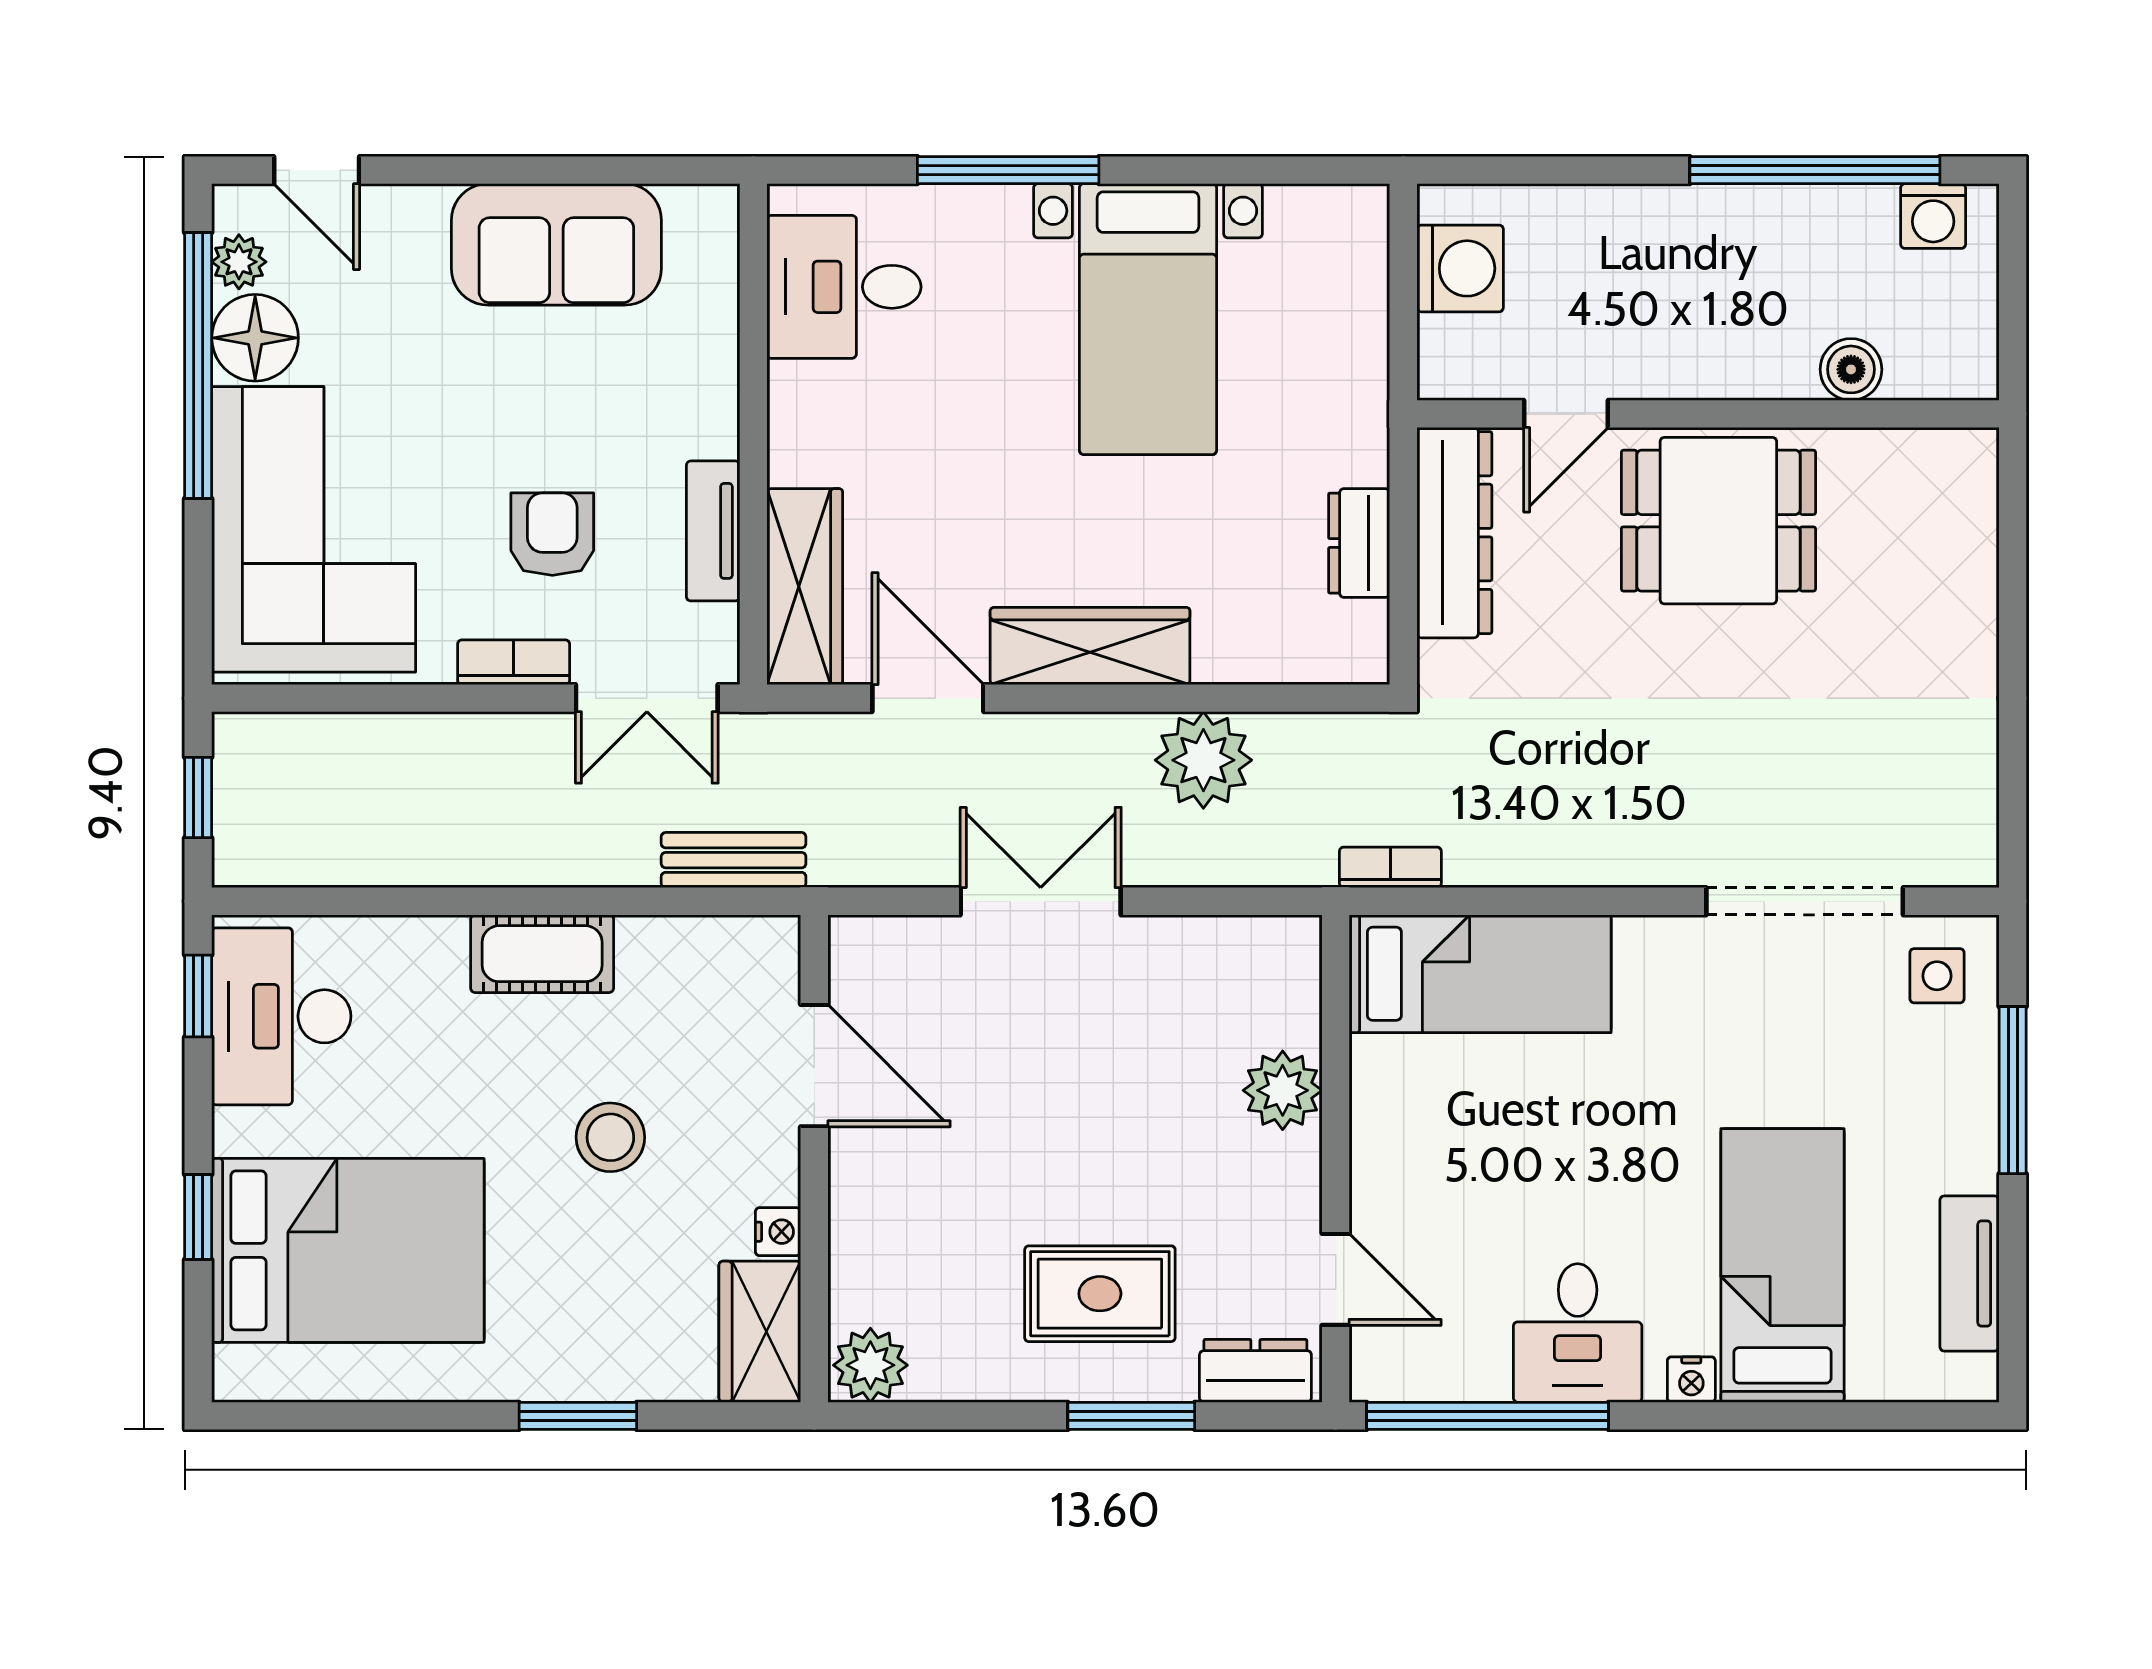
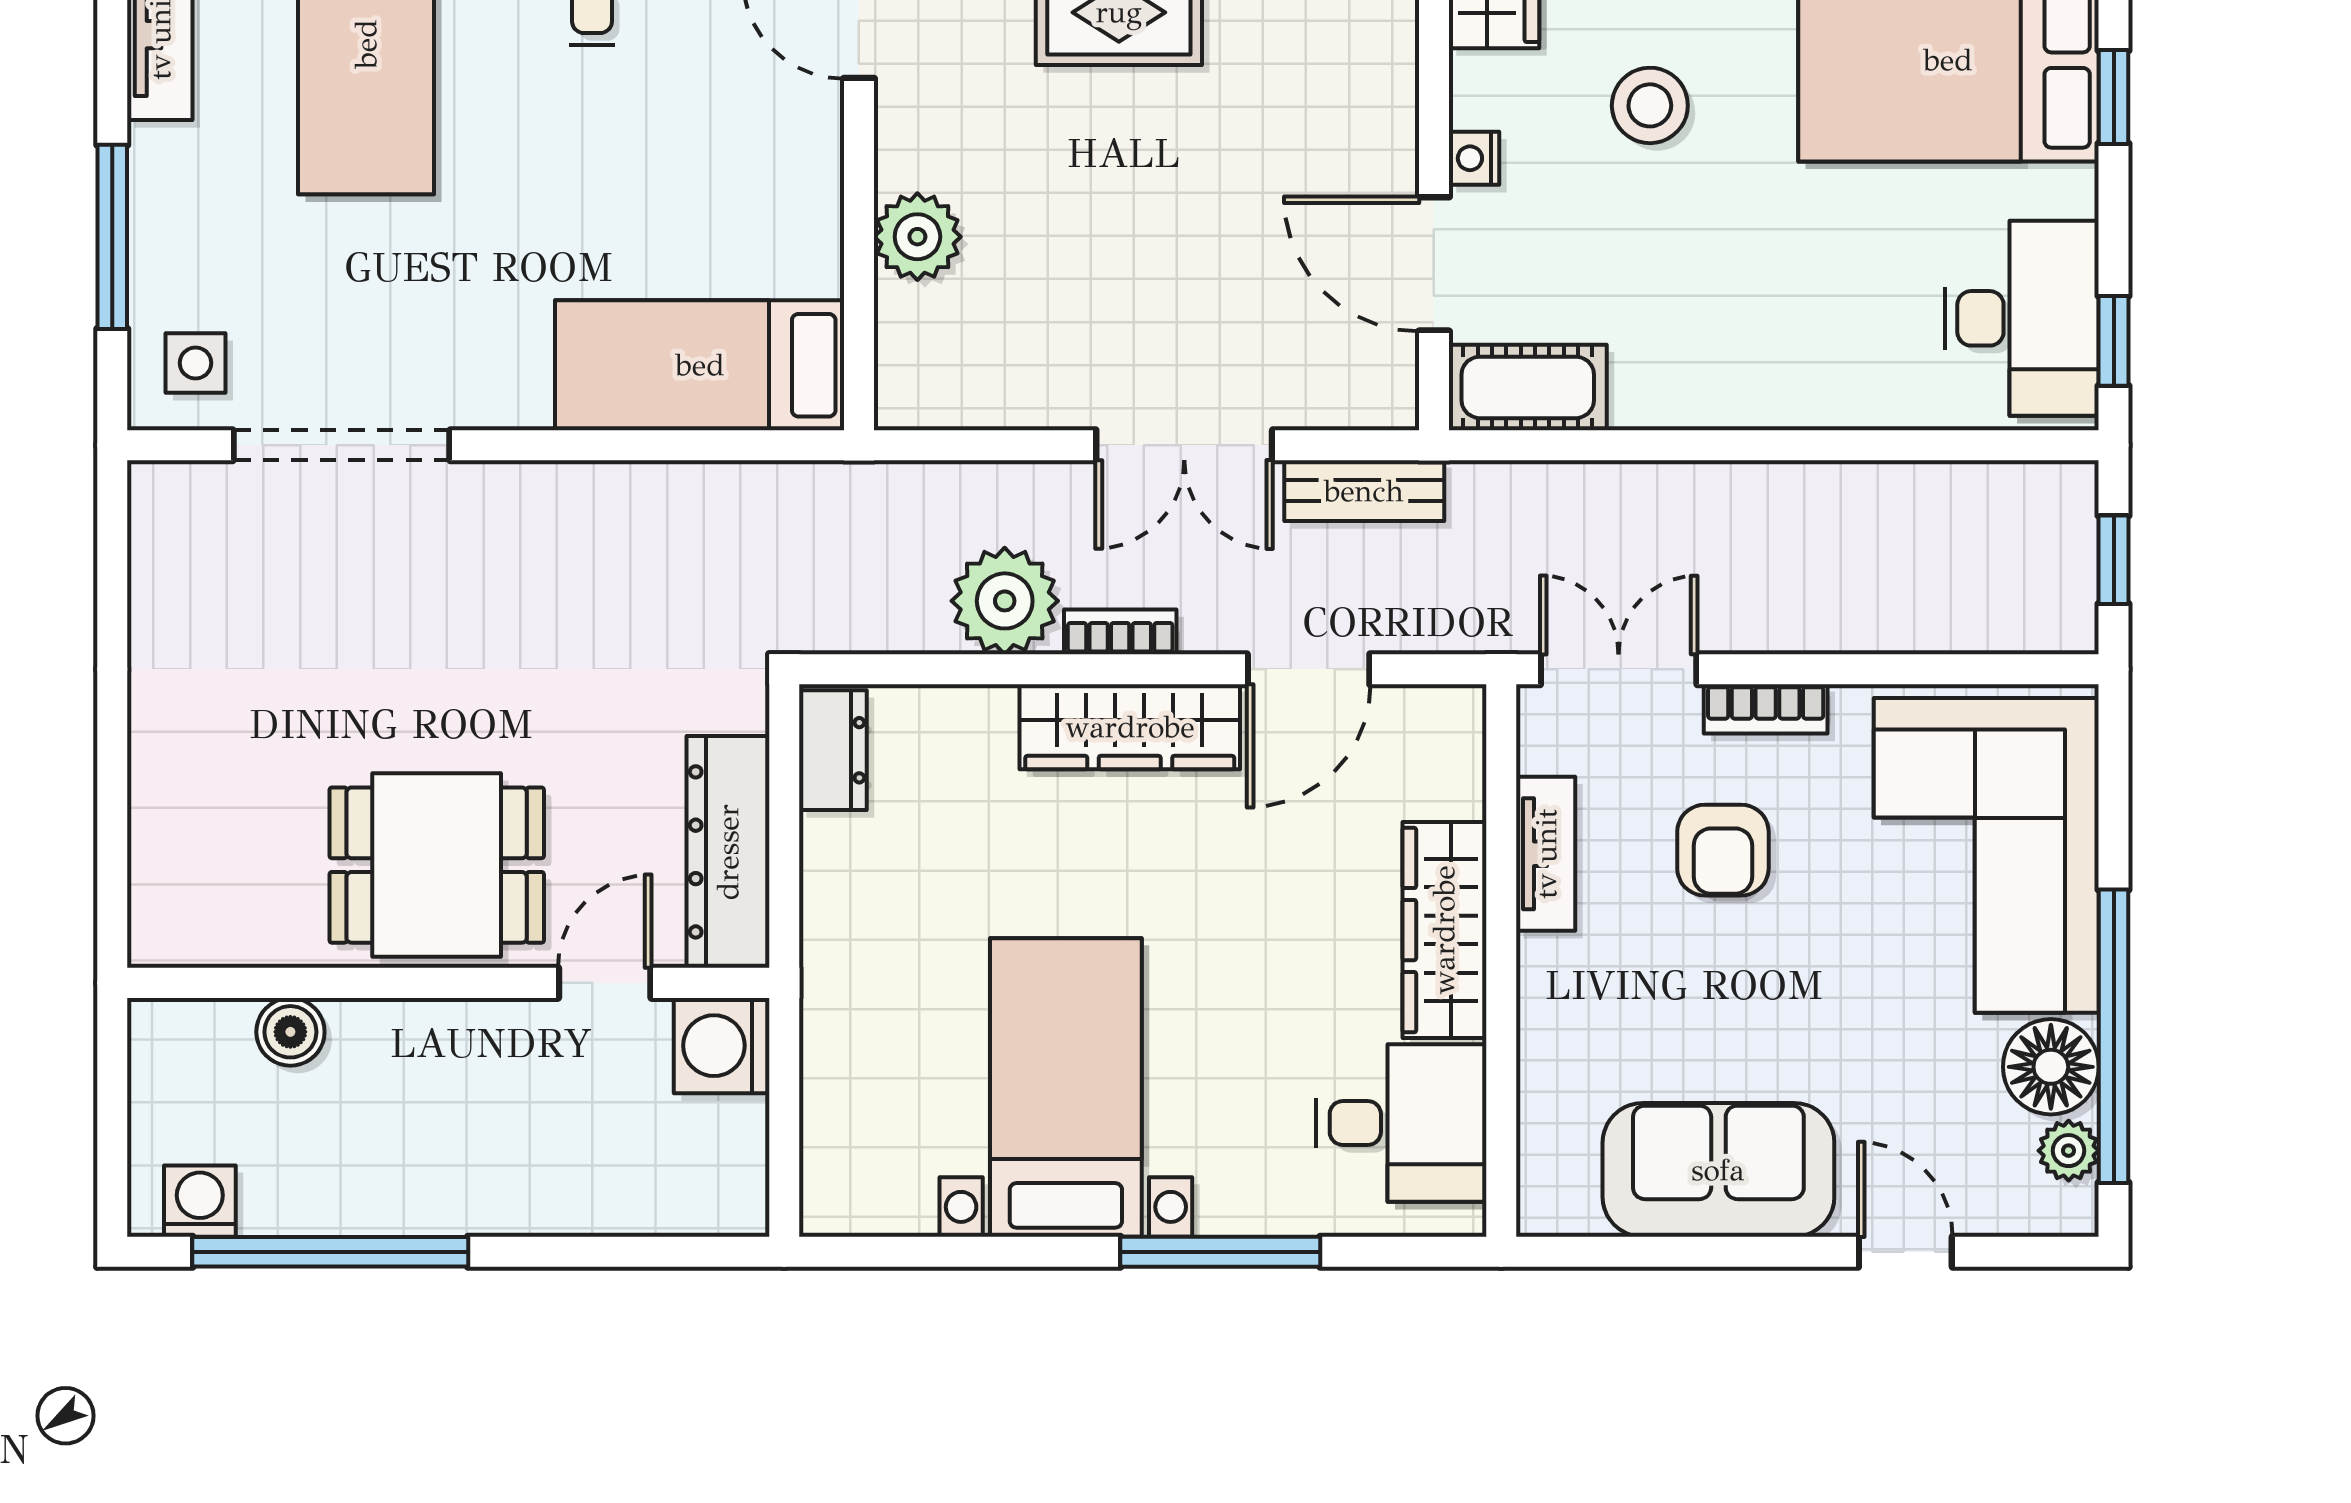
door: (317, 170) -> (1905, 1252), moved
washing machine: (1460, 268) -> (722, 1046), moved
dresser: (1359, 543) -> (833, 750), moved
wardrobe: (805, 587) -> (1444, 930), moved
door: (928, 698) -> (1309, 669), hinge flipped
bench: (734, 860) -> (1364, 491), moved
bookcase: (1390, 867) -> (1120, 632), moved, turned 180
cot: (542, 954) -> (1528, 387), moved
stool: (610, 1137) -> (1650, 105), moved
nightstand: (778, 1232) -> (1474, 158), moved

